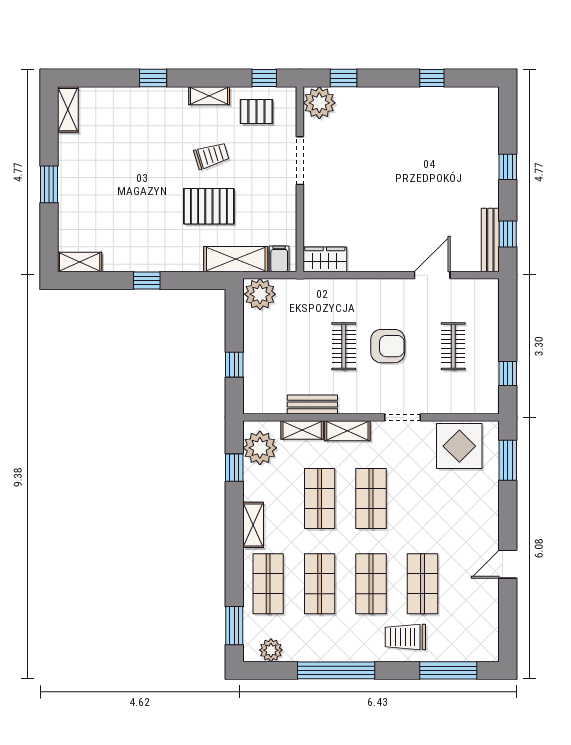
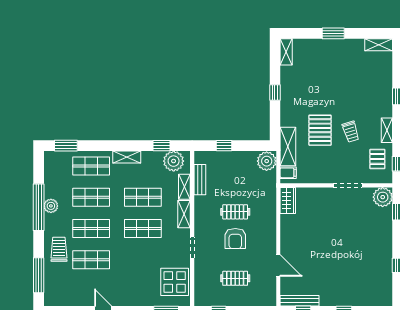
bench: (312, 405) -> (200, 180), moved
plant: (271, 650) -> (51, 206), moved

